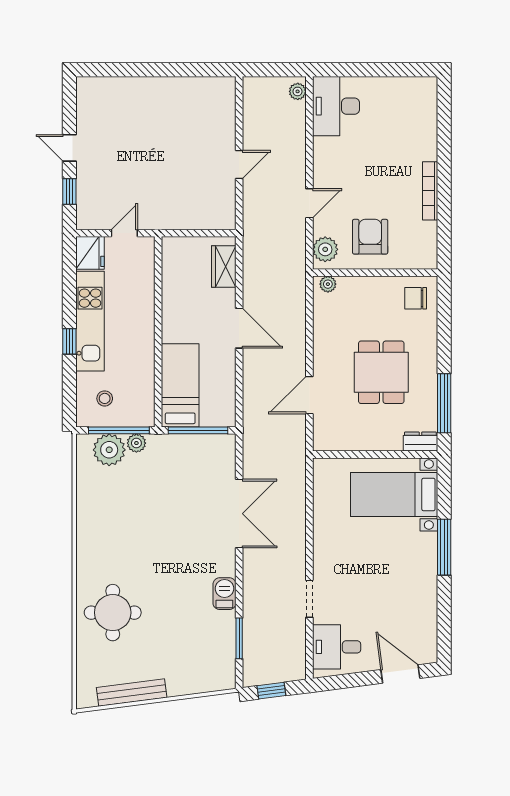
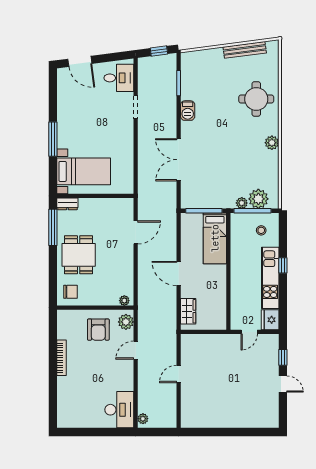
dining table: (381, 372) -> (79, 255), moved
plant: (87, 541) -> (272, 143), added

